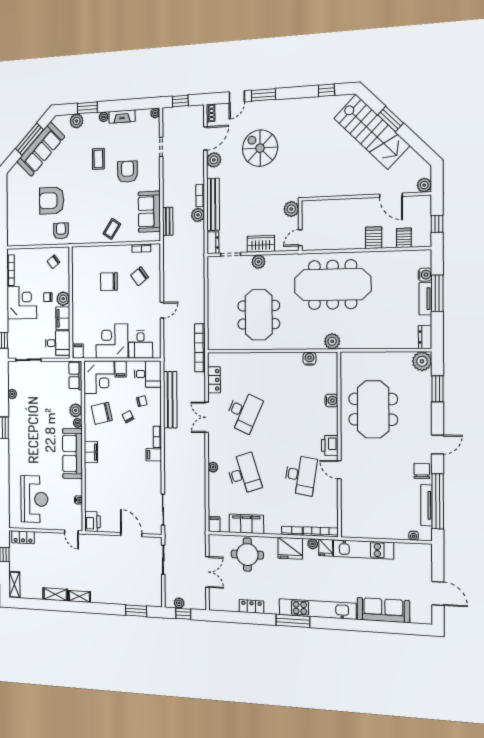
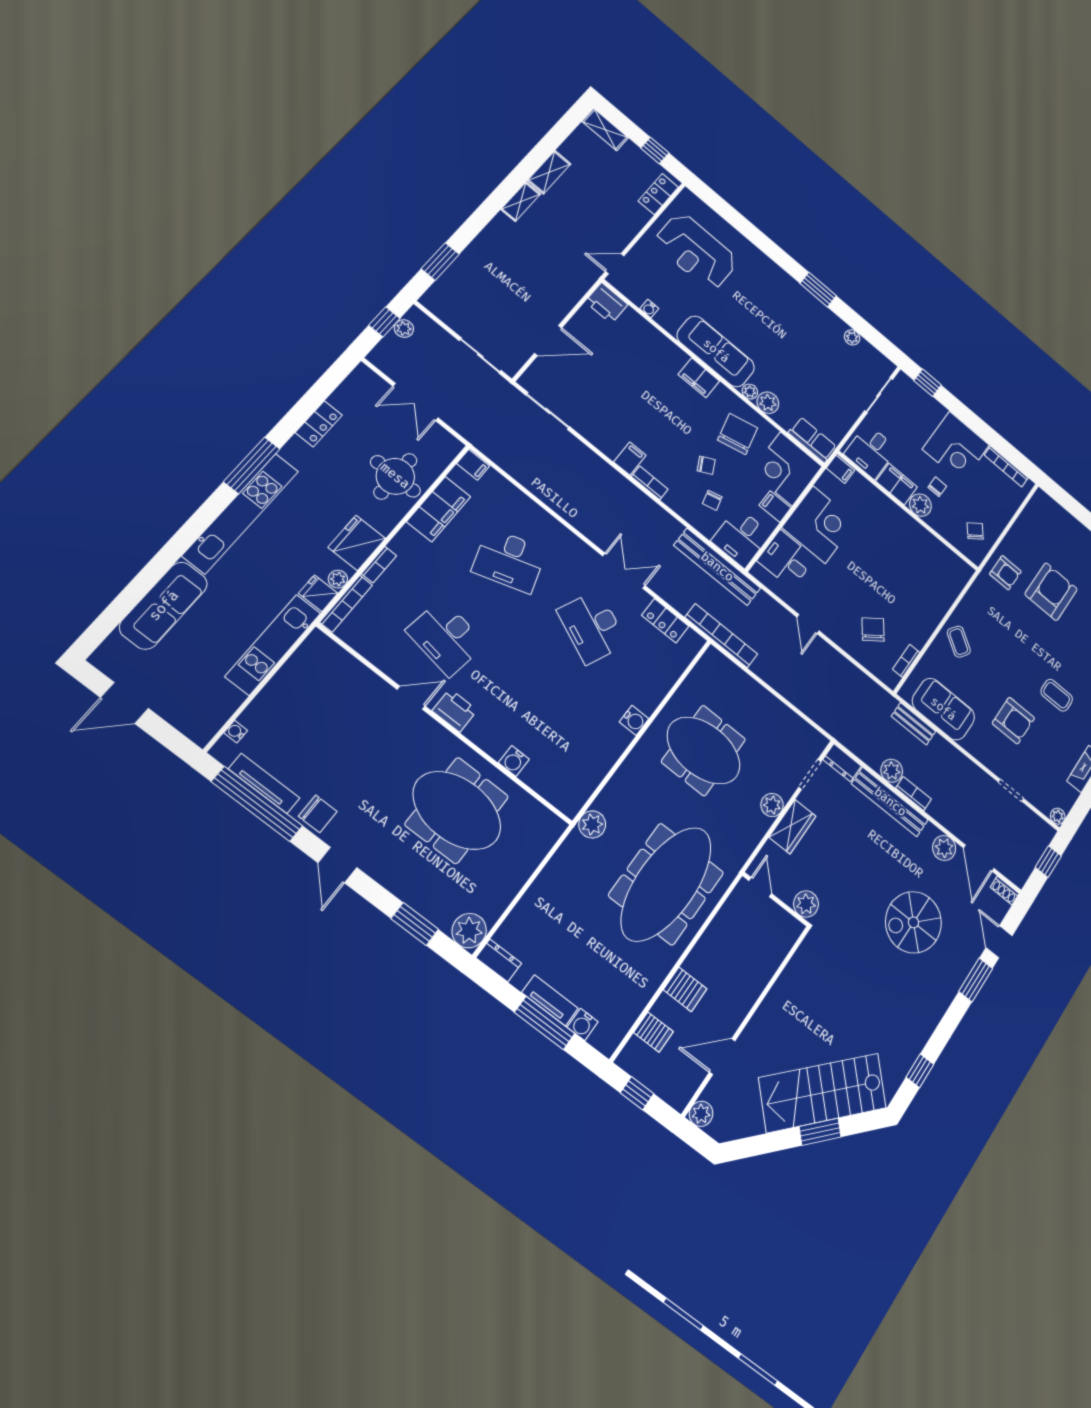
spiral stairs: (260, 148) -> (913, 922), turned 180
chair: (109, 282) -> (897, 583), removed
water cooler: (309, 359) -> (634, 720), moved
bench: (170, 400) -> (717, 567), moved
plant: (213, 467) -> (551, 525), removed

